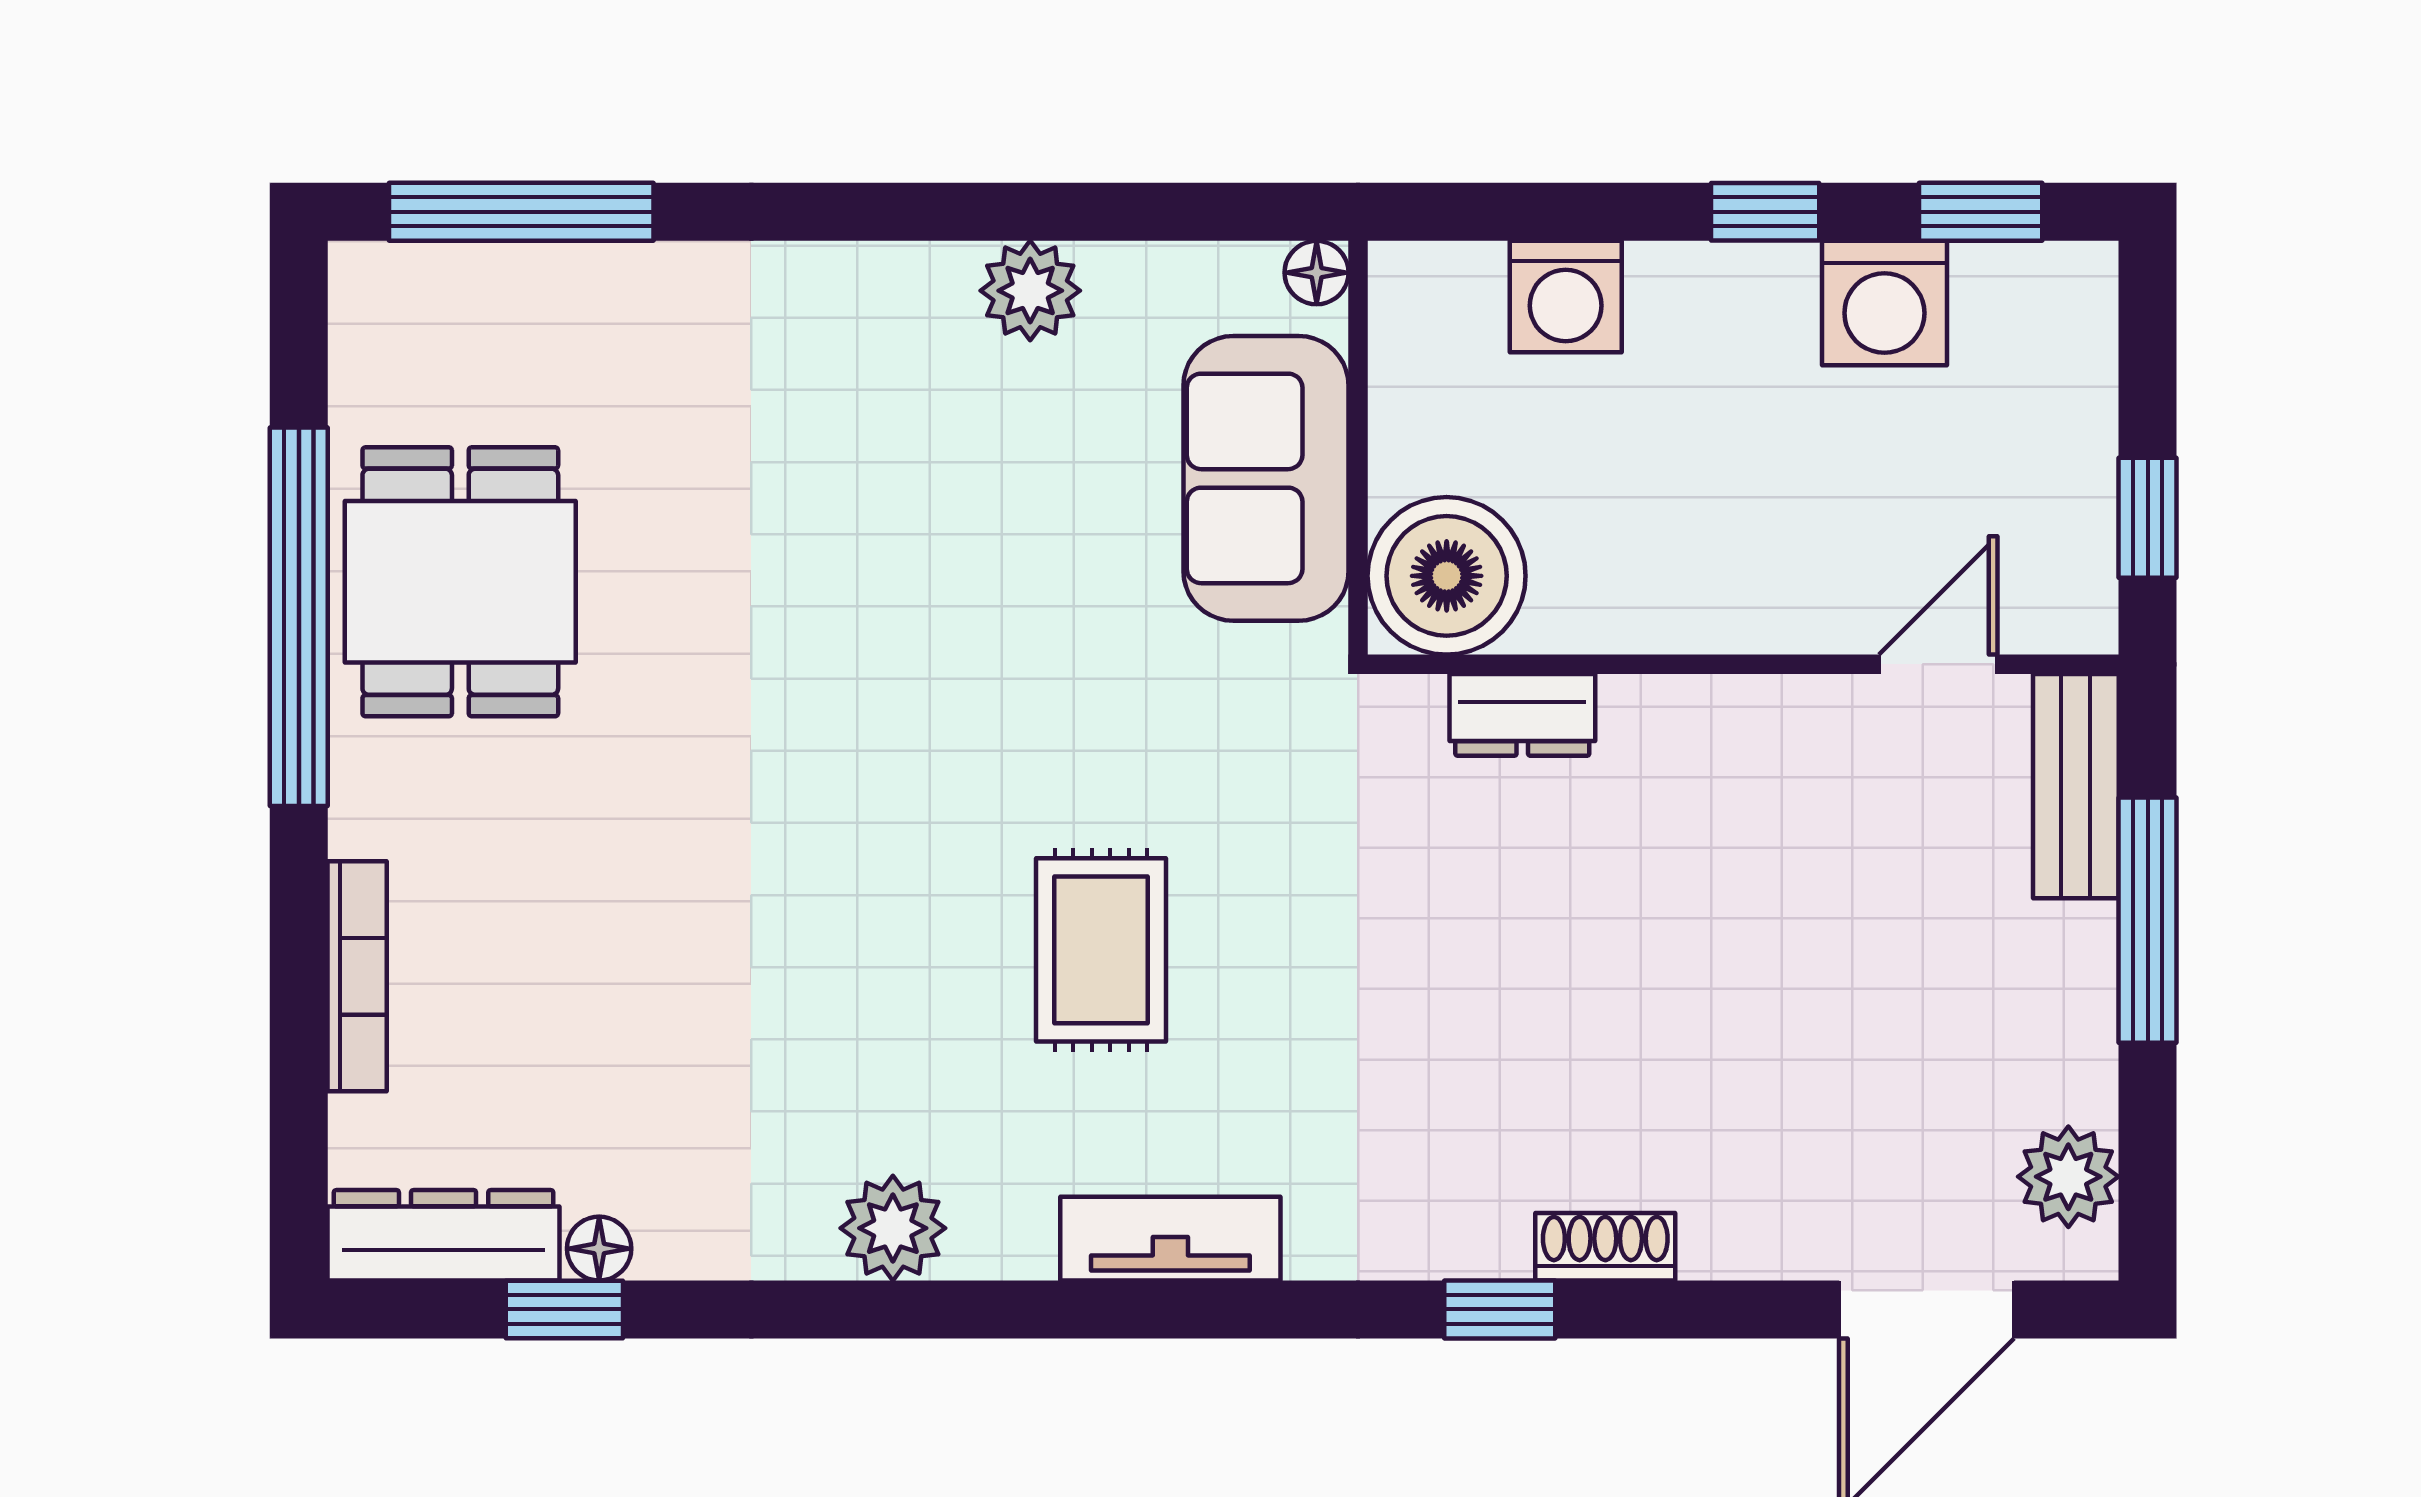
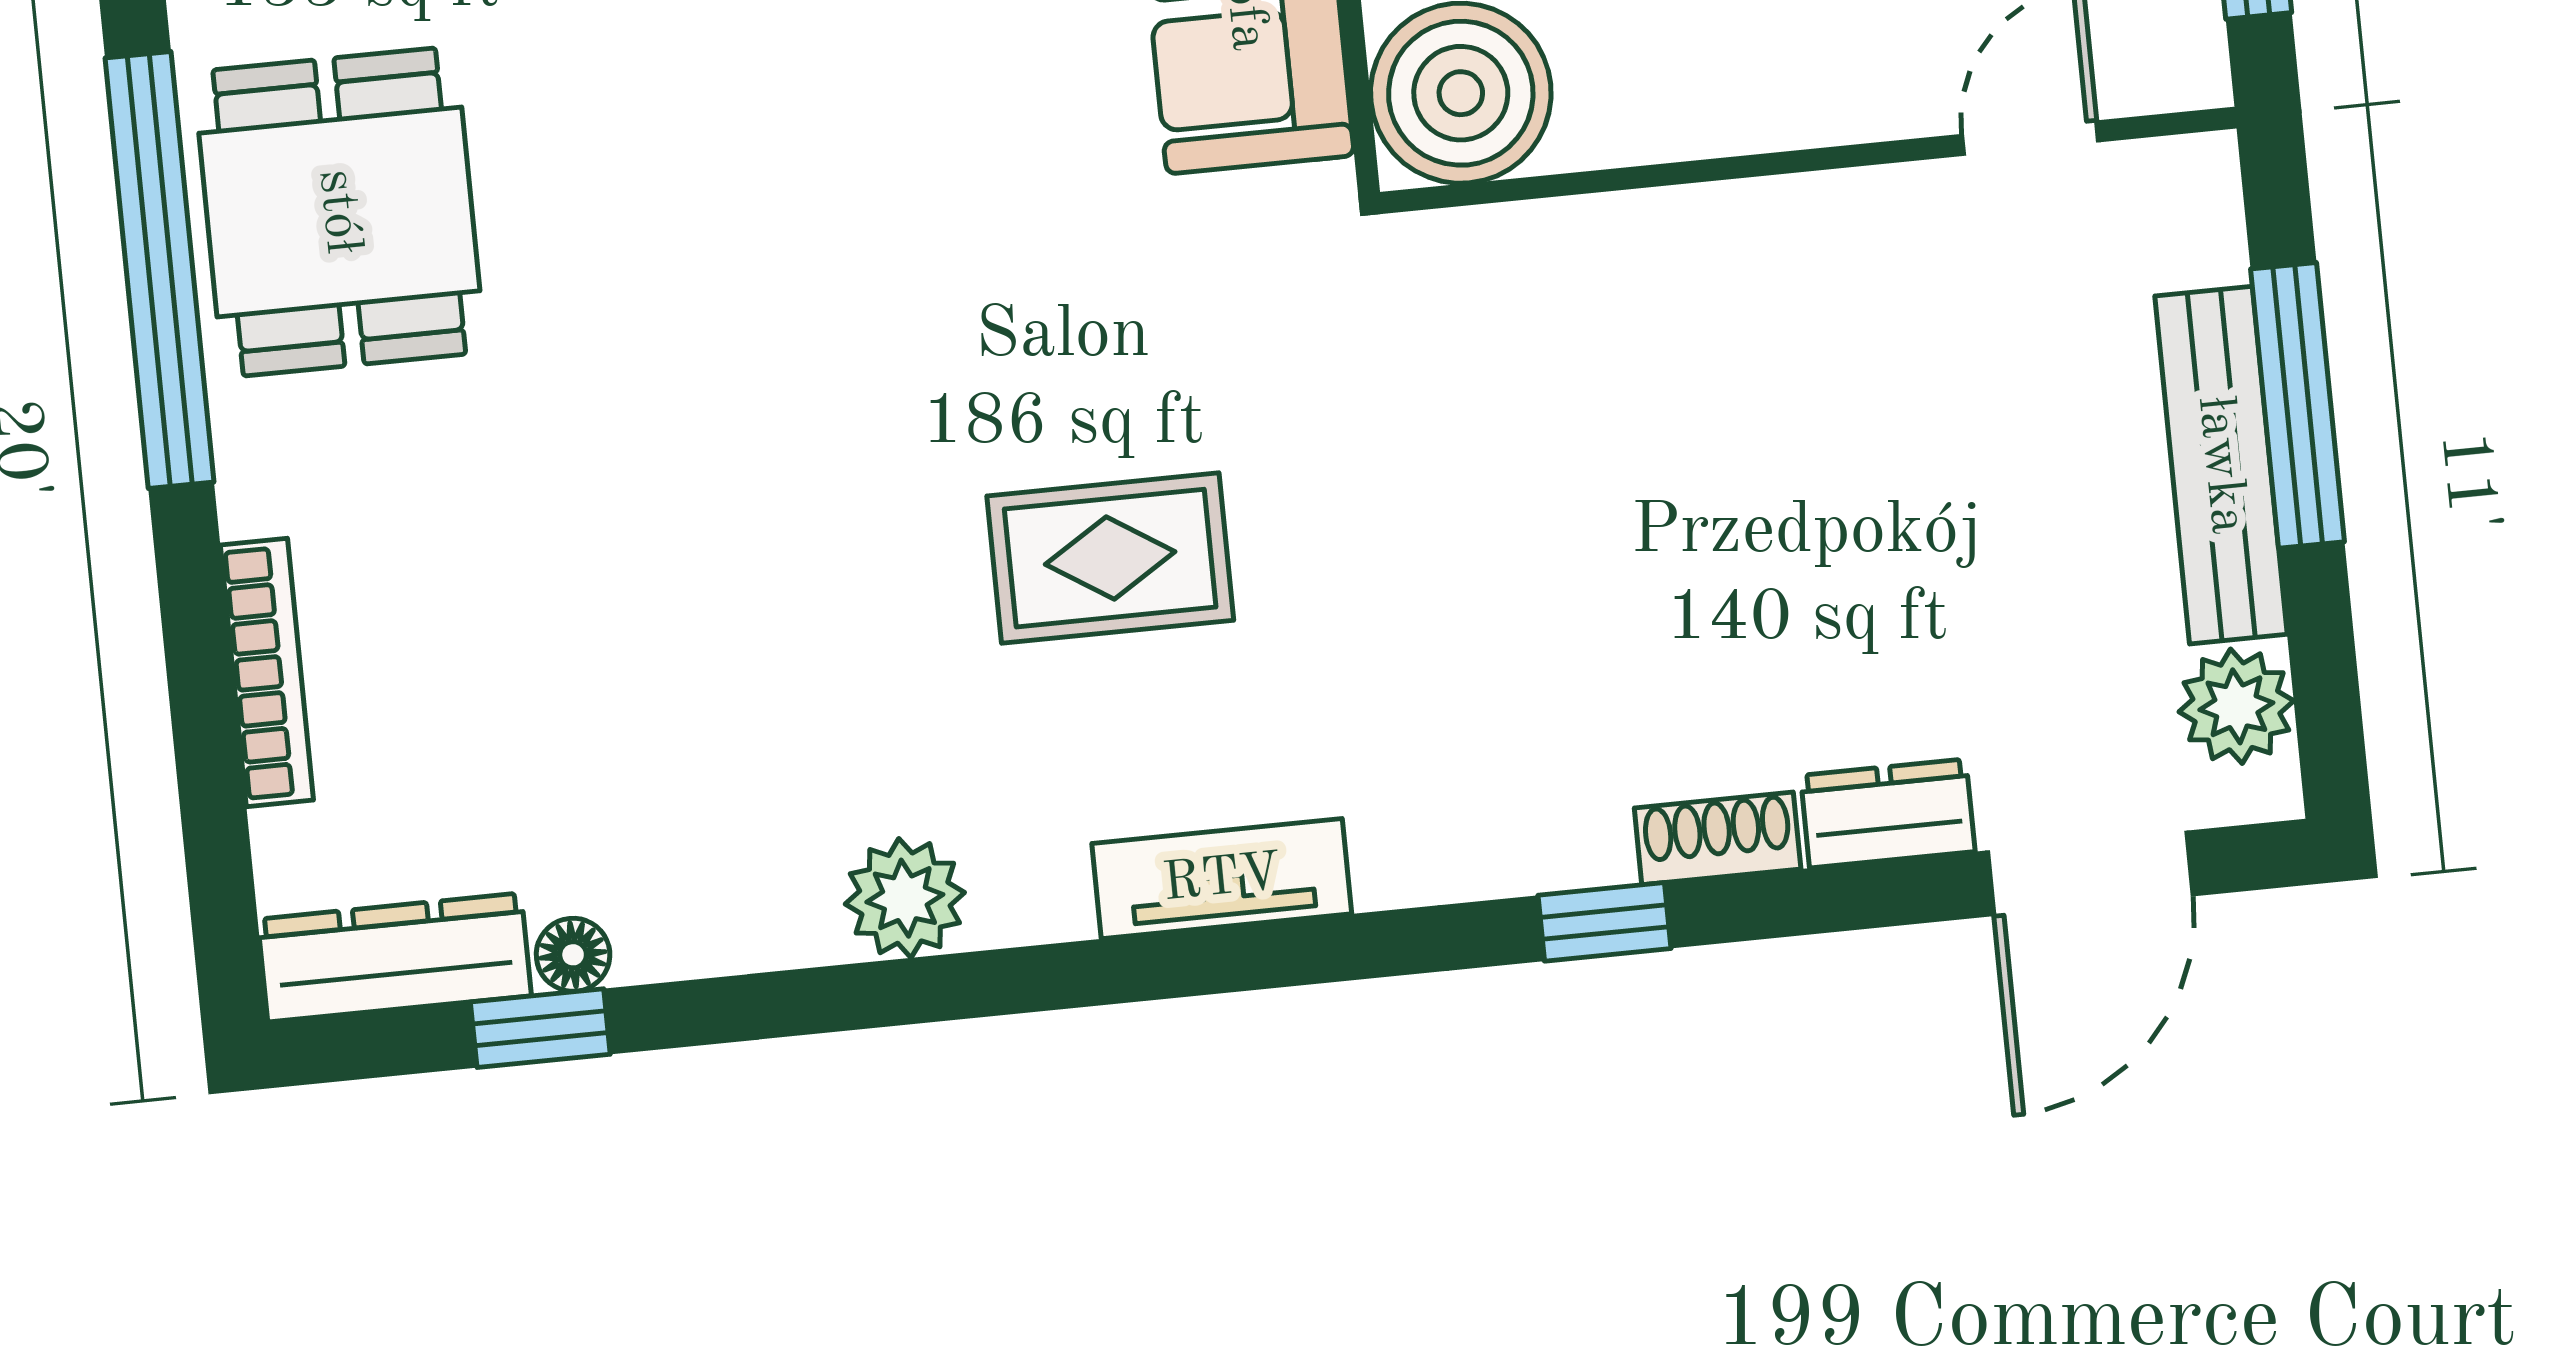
dresser: (1522, 715) -> (1888, 813), moved, turned 180
bench: (2076, 786) -> (2221, 465), moved, width x1.36
rug: (1101, 950) -> (1110, 558), turned 90

